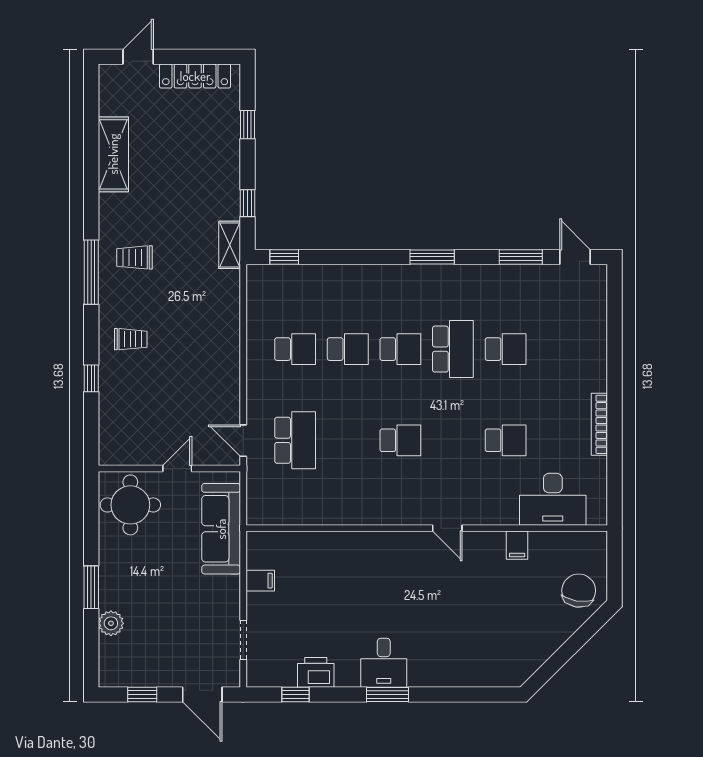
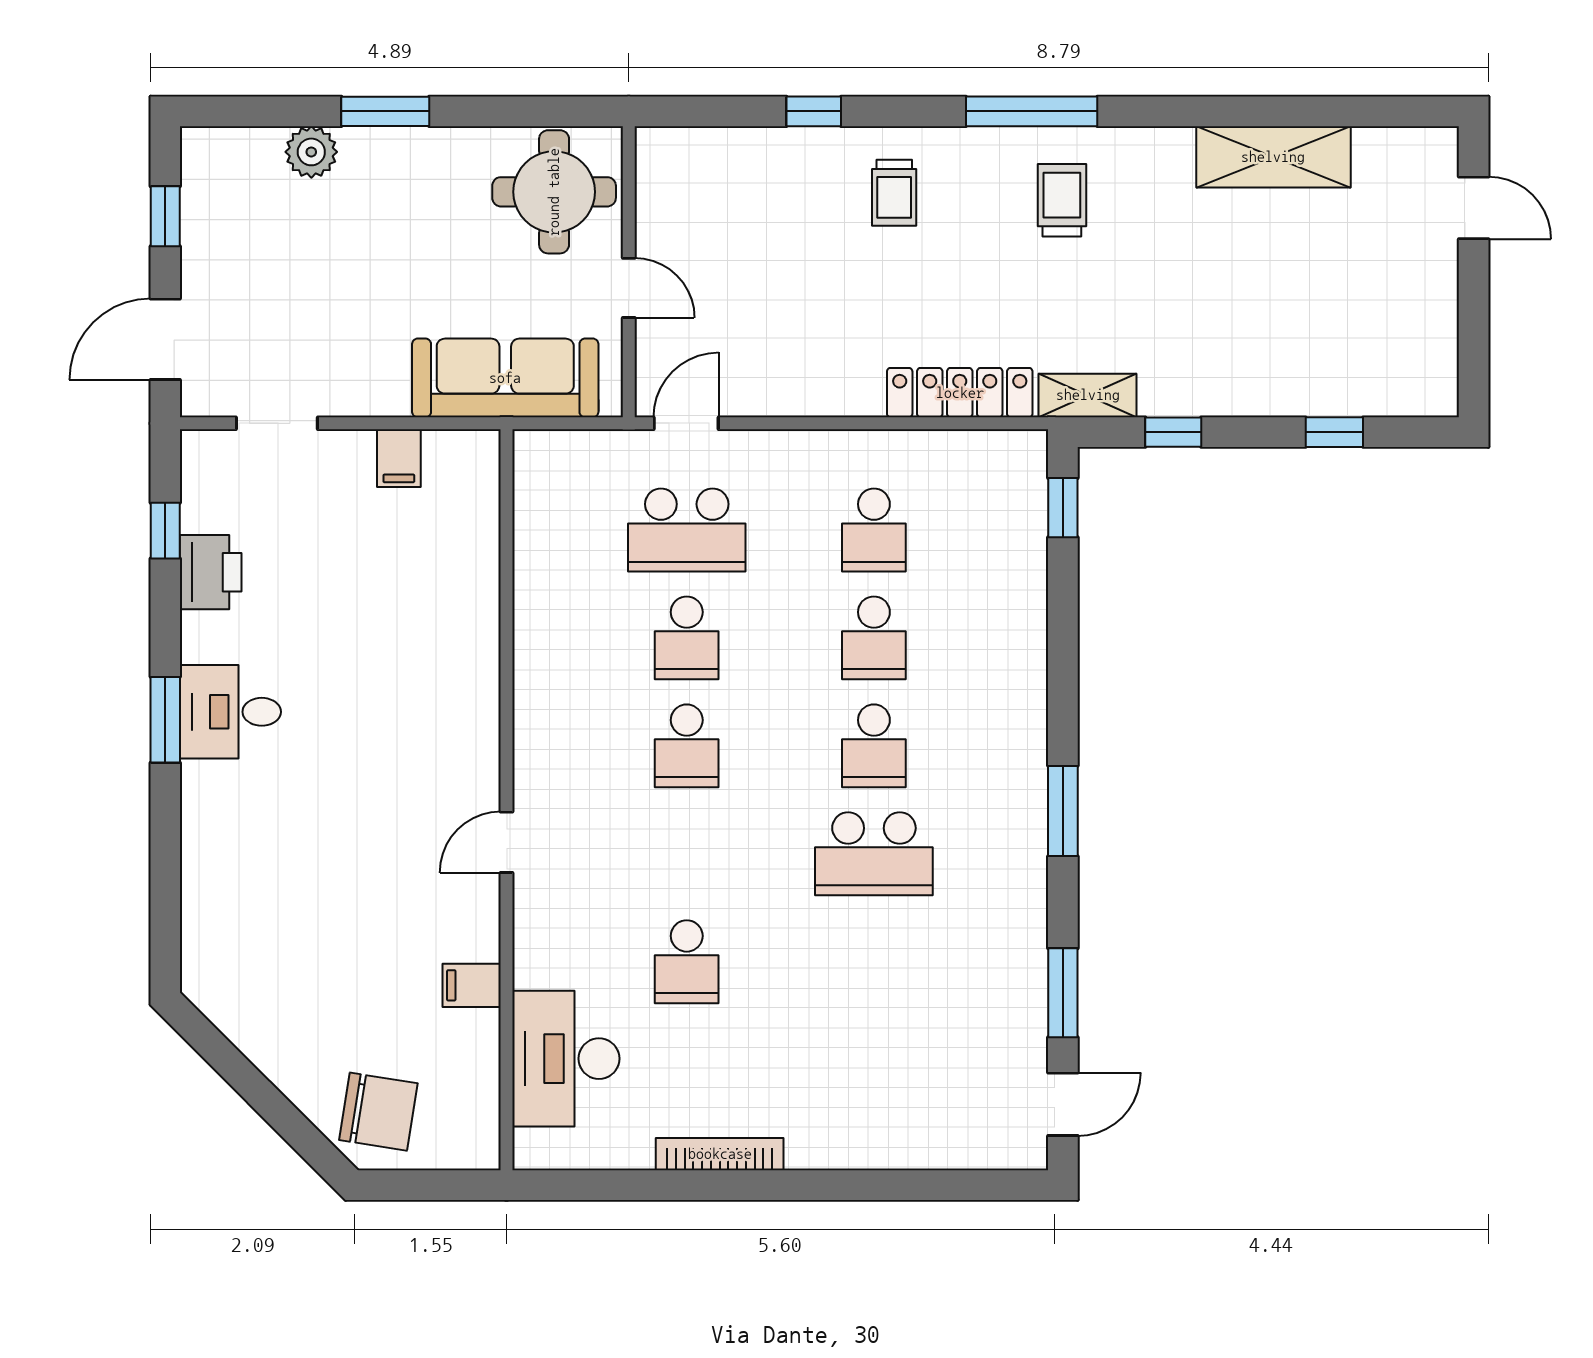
locker: (195, 76) -> (960, 393), moved, turned 90
school desk: (506, 349) -> (687, 638), moved

